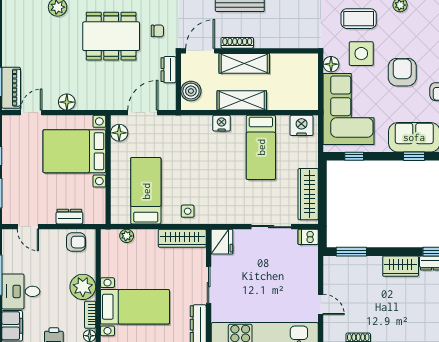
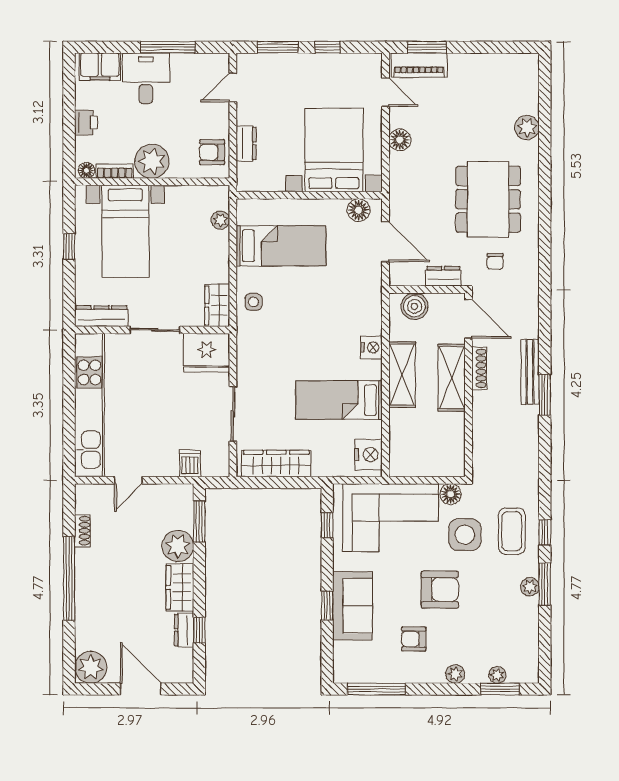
dishwasher: (308, 237) -> (190, 463), moved
wardrobe: (182, 238) -> (217, 305), width x0.67
armchair: (76, 242) -> (212, 152), turned 90
fridge: (222, 242) -> (207, 353), width x1.36, depth x1.34
plant: (370, 268) -> (178, 546), added

